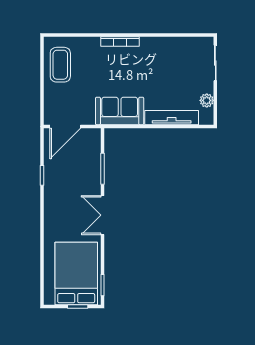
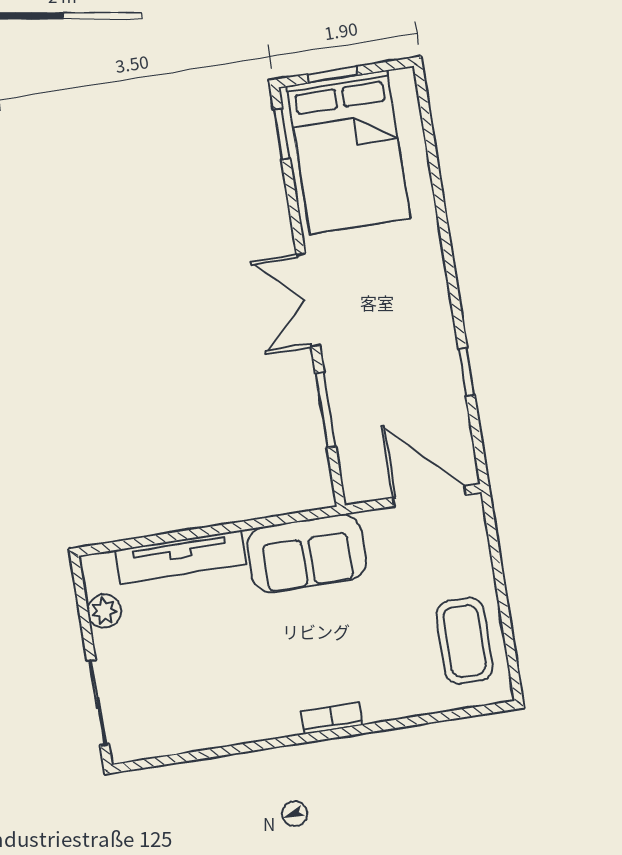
bookcase: (120, 41) -> (332, 718), width x0.64
door: (65, 127) -> (429, 496), hinge flipped
double door: (102, 215) -> (308, 300), swing flipped

